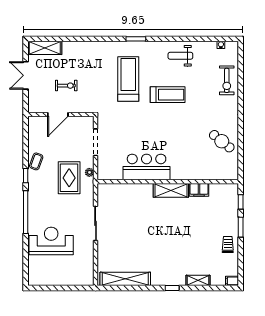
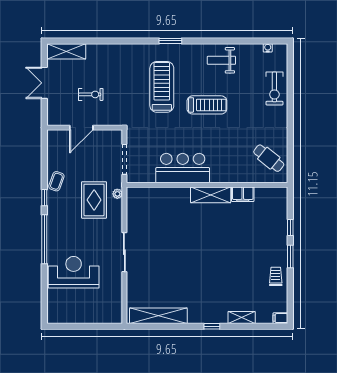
bar counter: (147, 167) -> (183, 168), moved
wall: (168, 182) -> (207, 185), moved
shelving: (171, 190) -> (211, 195), moved
filing cabinet: (199, 190) -> (243, 194), moved

